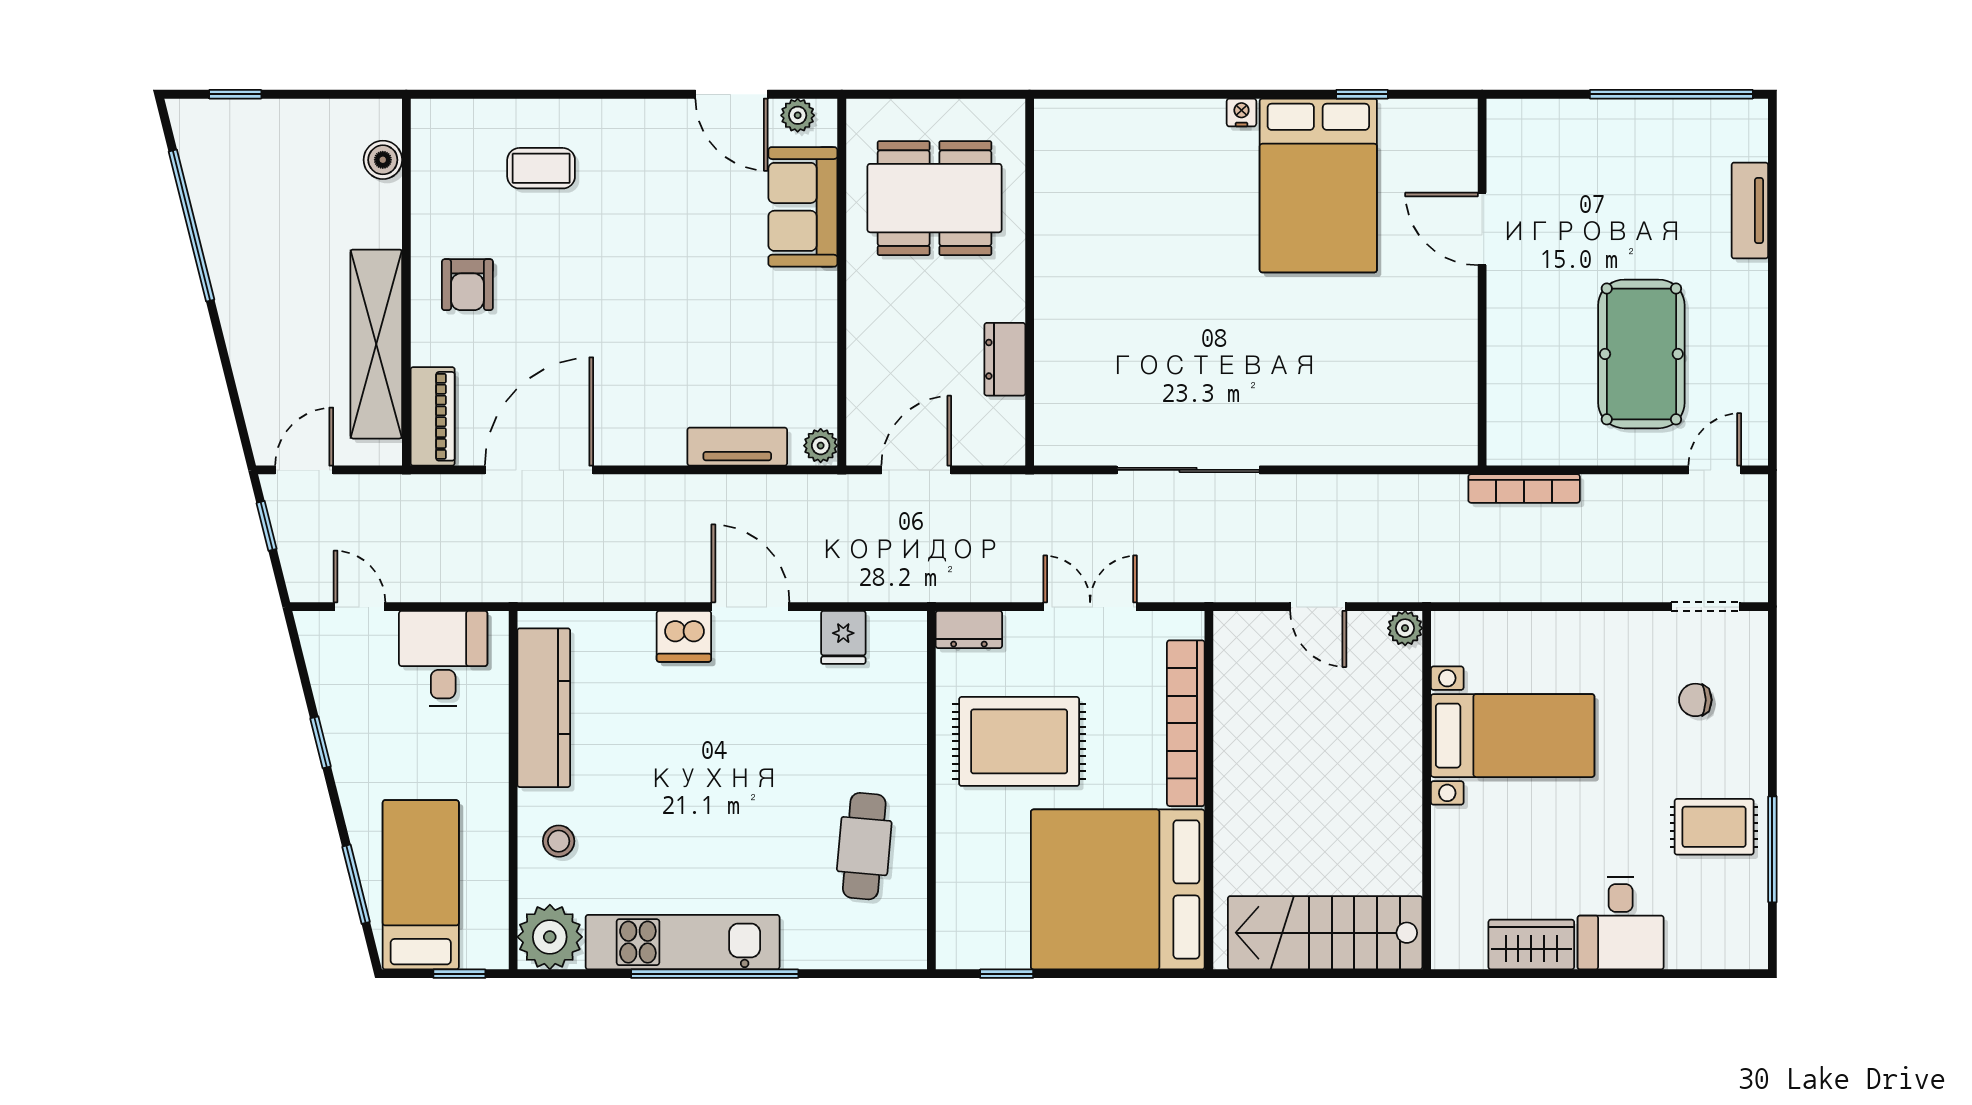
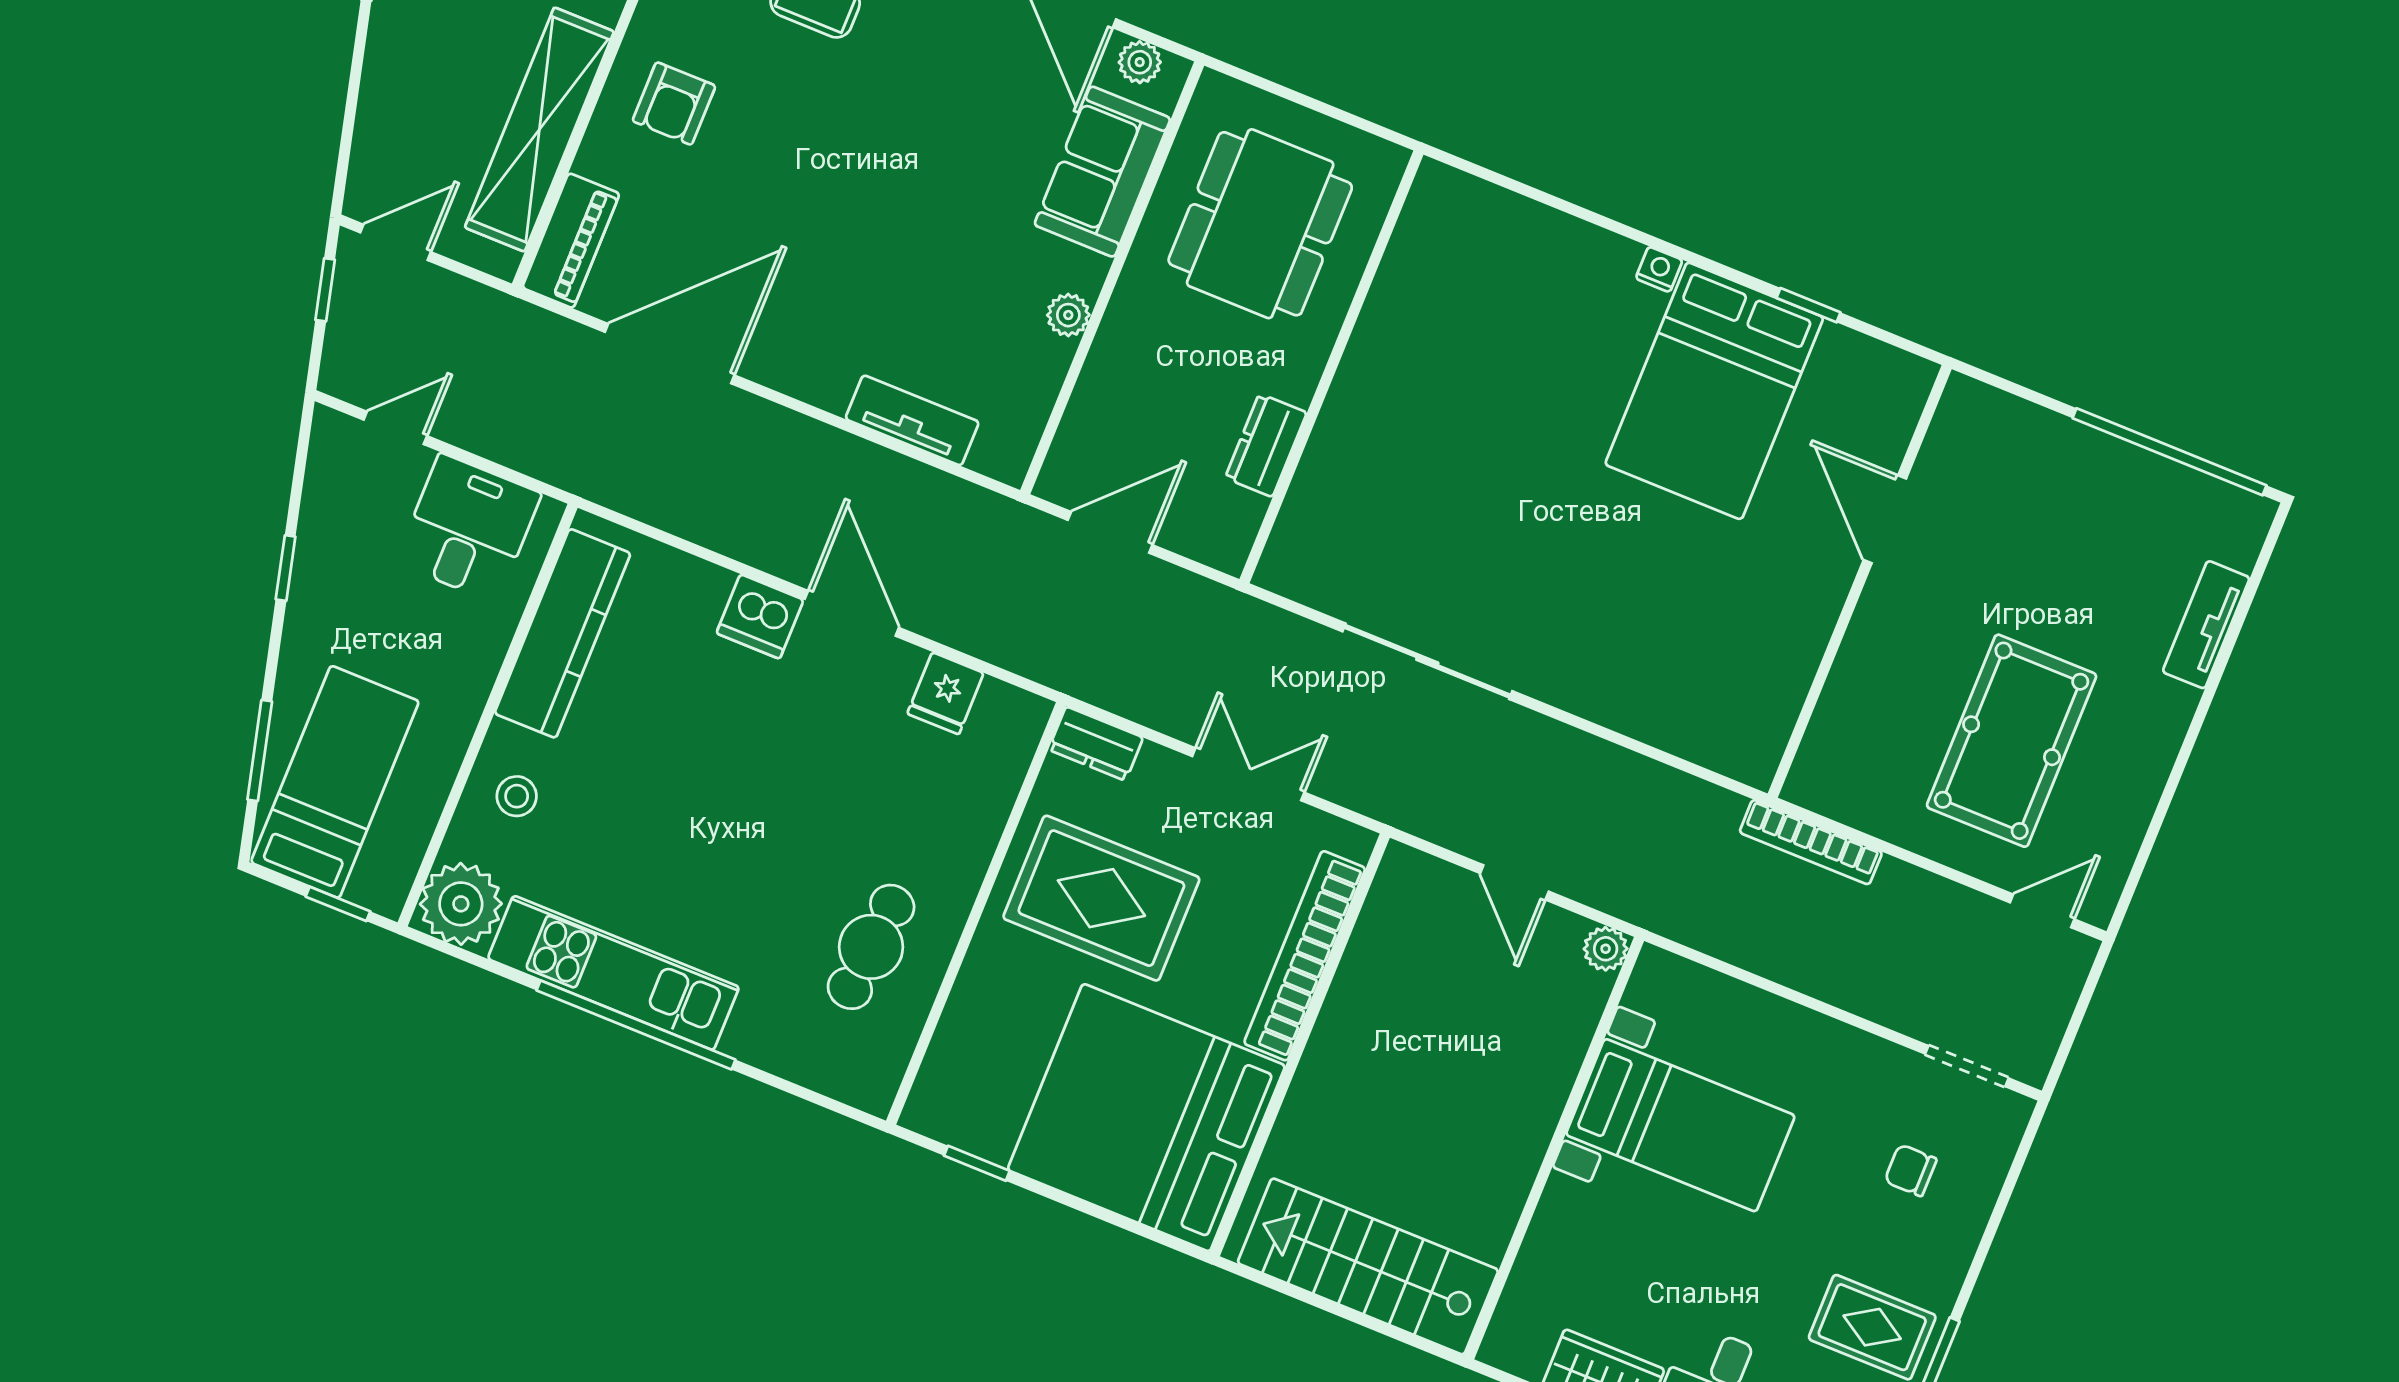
dining table: (934, 198) -> (1260, 224), turned 90
plant: (821, 446) -> (1068, 315), moved
door: (359, 607) -> (395, 428), hinge flipped

